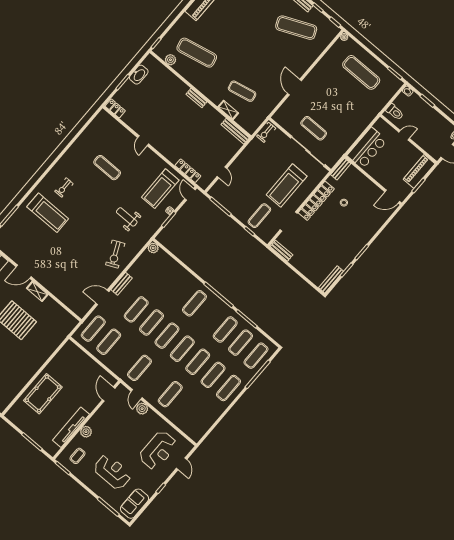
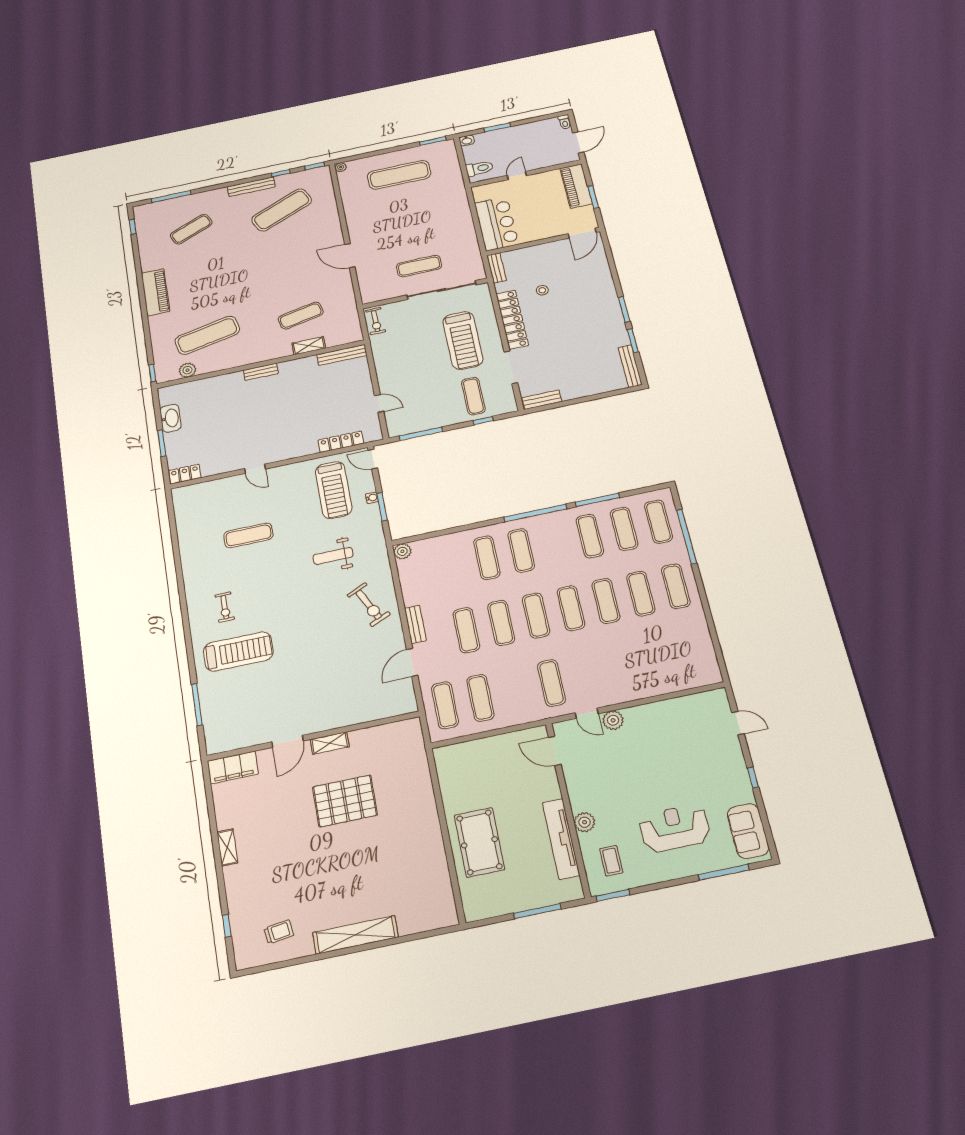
exercise mat: (170, 394) -> (487, 558), moved
reception desk: (158, 450) -> (692, 741), removed

